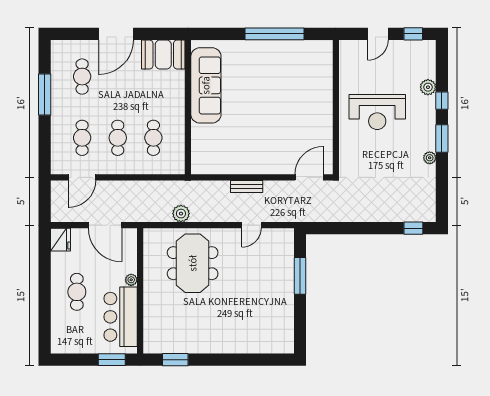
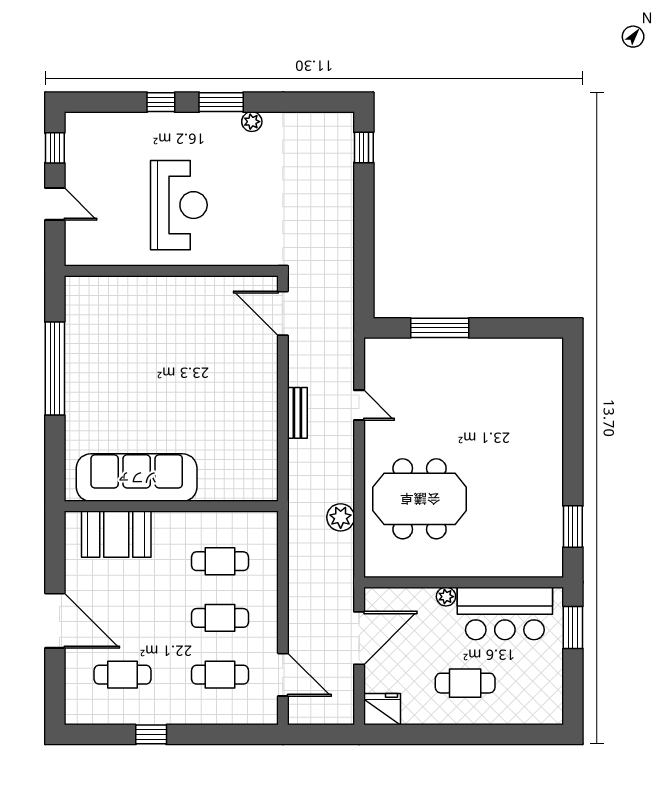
booth: (163, 55) -> (116, 534), moved, turned 90
plant: (428, 87) -> (139, 124), removed
window: (45, 94) -> (151, 734), width x0.46

